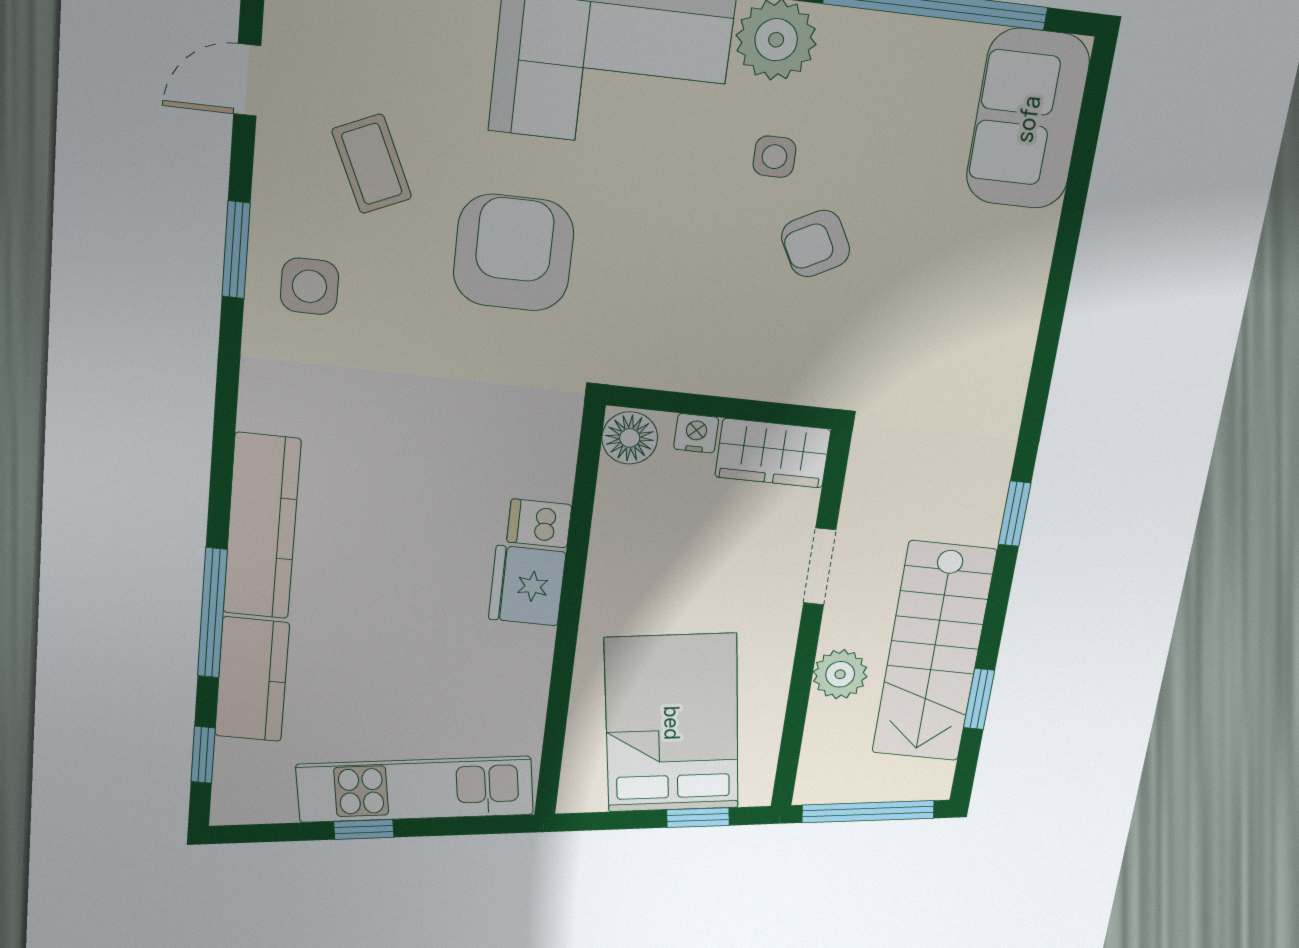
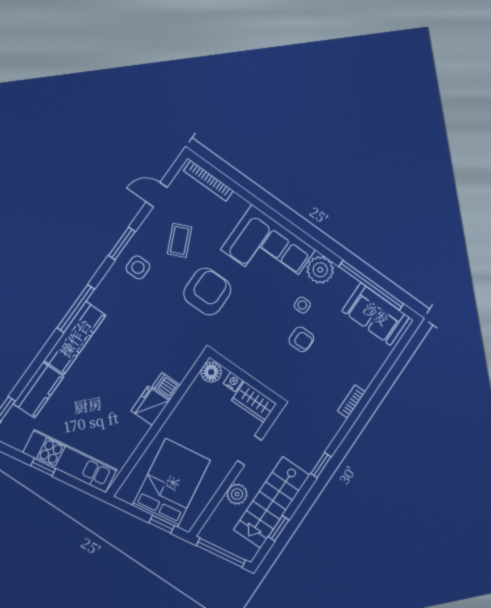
sofa: (1028, 119) -> (376, 314), moved, turned -90
armchair: (816, 243) -> (301, 339), turned -152
bookcase: (1021, 328) -> (351, 401), added
window: (212, 613) -> (76, 309), moved

